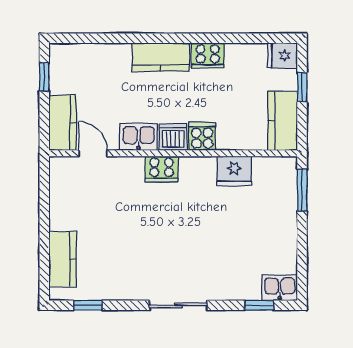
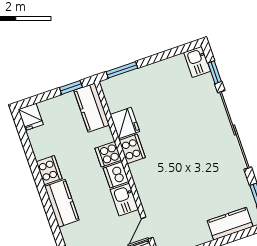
window: (302, 87) -> (71, 87), moved
kitchen counter: (283, 121) -> (92, 108), moved, turned 90
cooker: (162, 169) -> (132, 149), moved
sliding door: (178, 305) -> (235, 130), width x1.86

